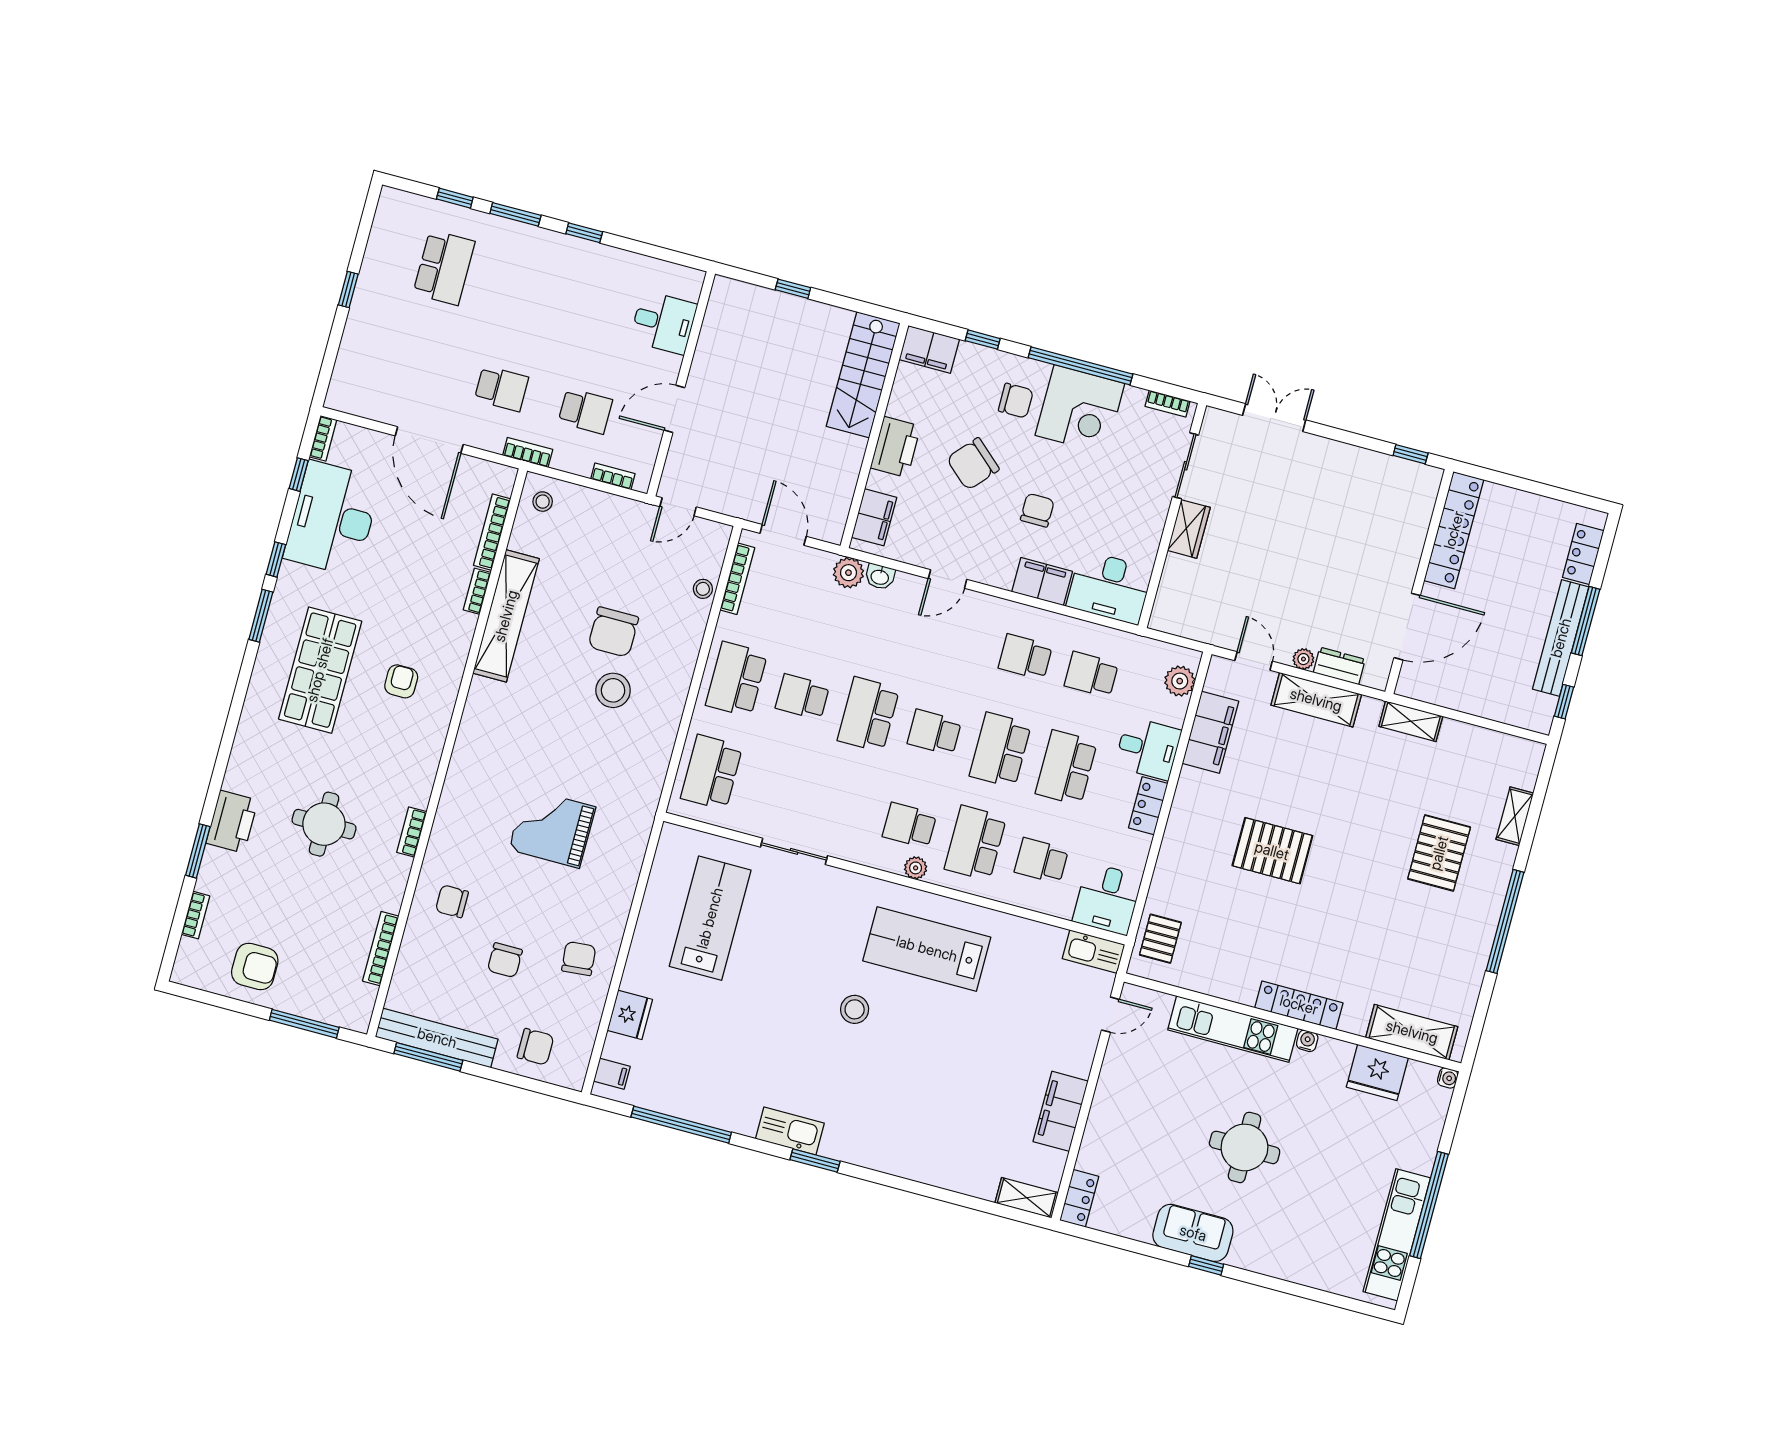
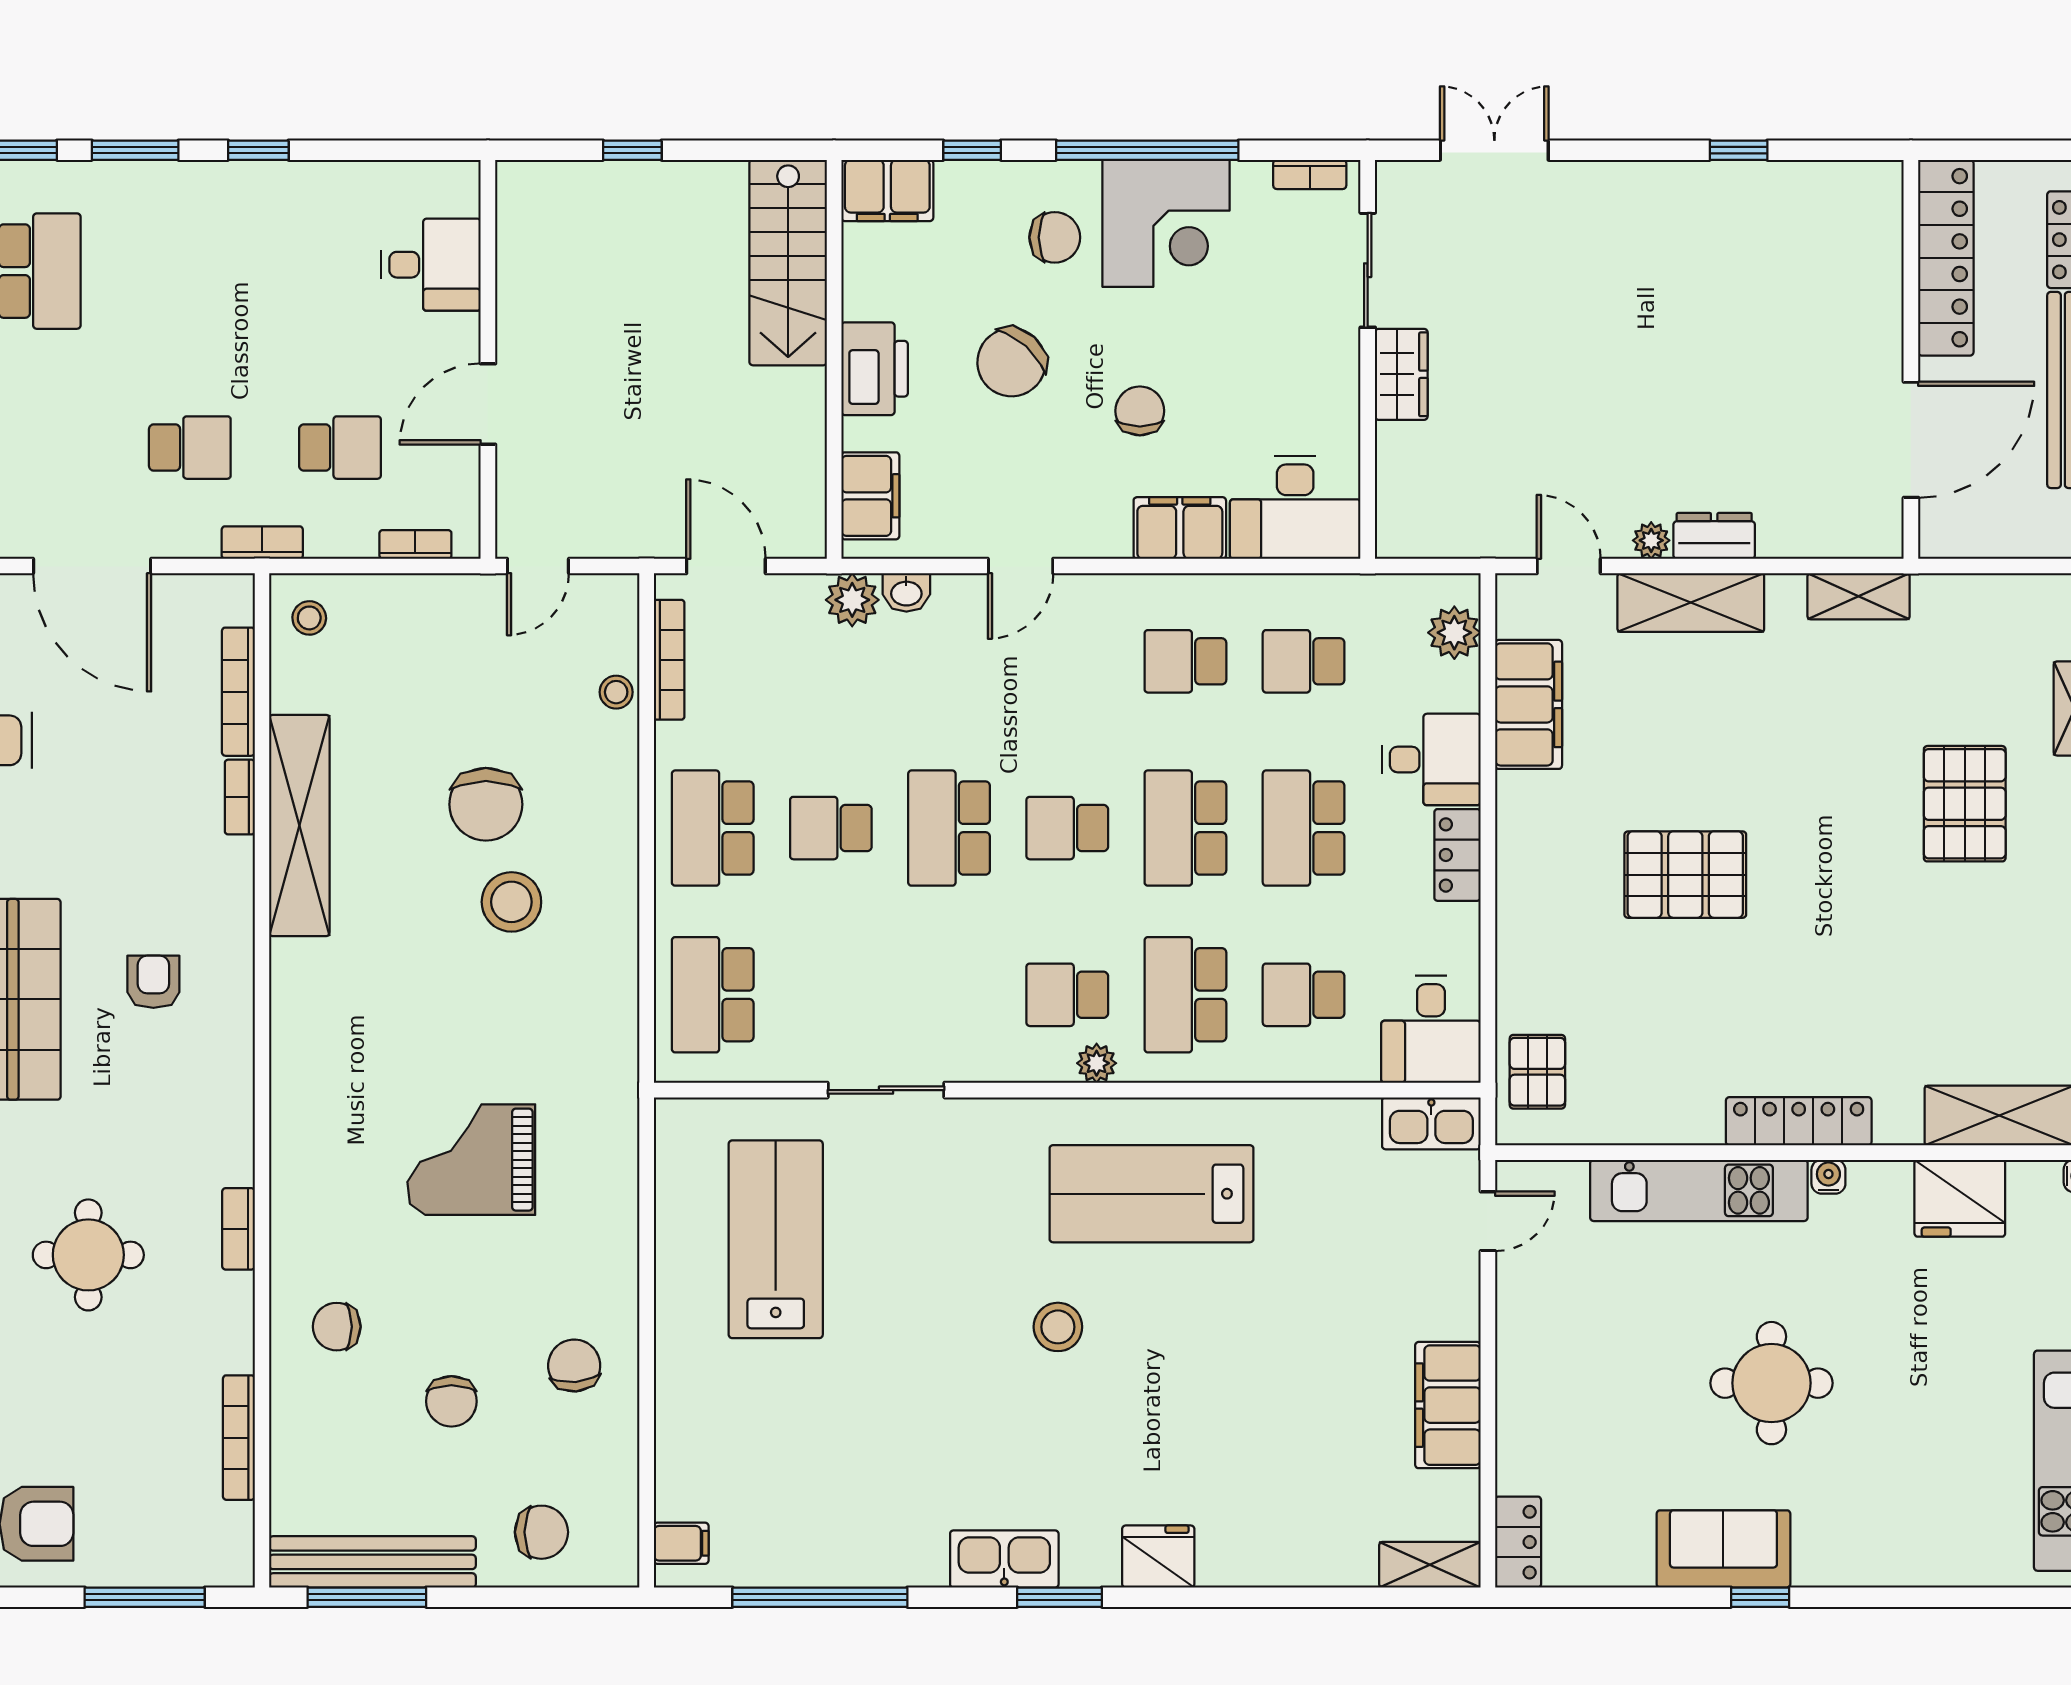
locker: (1454, 530) -> (1946, 258), moved
wall: (1419, 582) -> (1911, 359), moved
door: (1407, 627) -> (1911, 440), moved
fridge: (630, 1015) -> (1158, 1557), moved, turned -90

